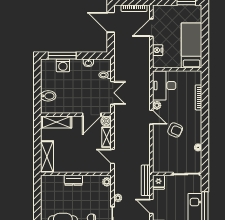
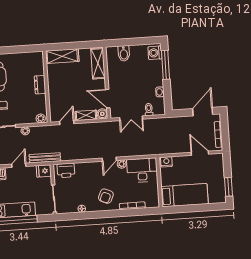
nightstand: (158, 50) -> (166, 162), moved
washing machine: (63, 65) -> (155, 53), moved
armchair: (175, 130) -> (106, 196), moved
printer: (159, 160) -> (66, 170), added

